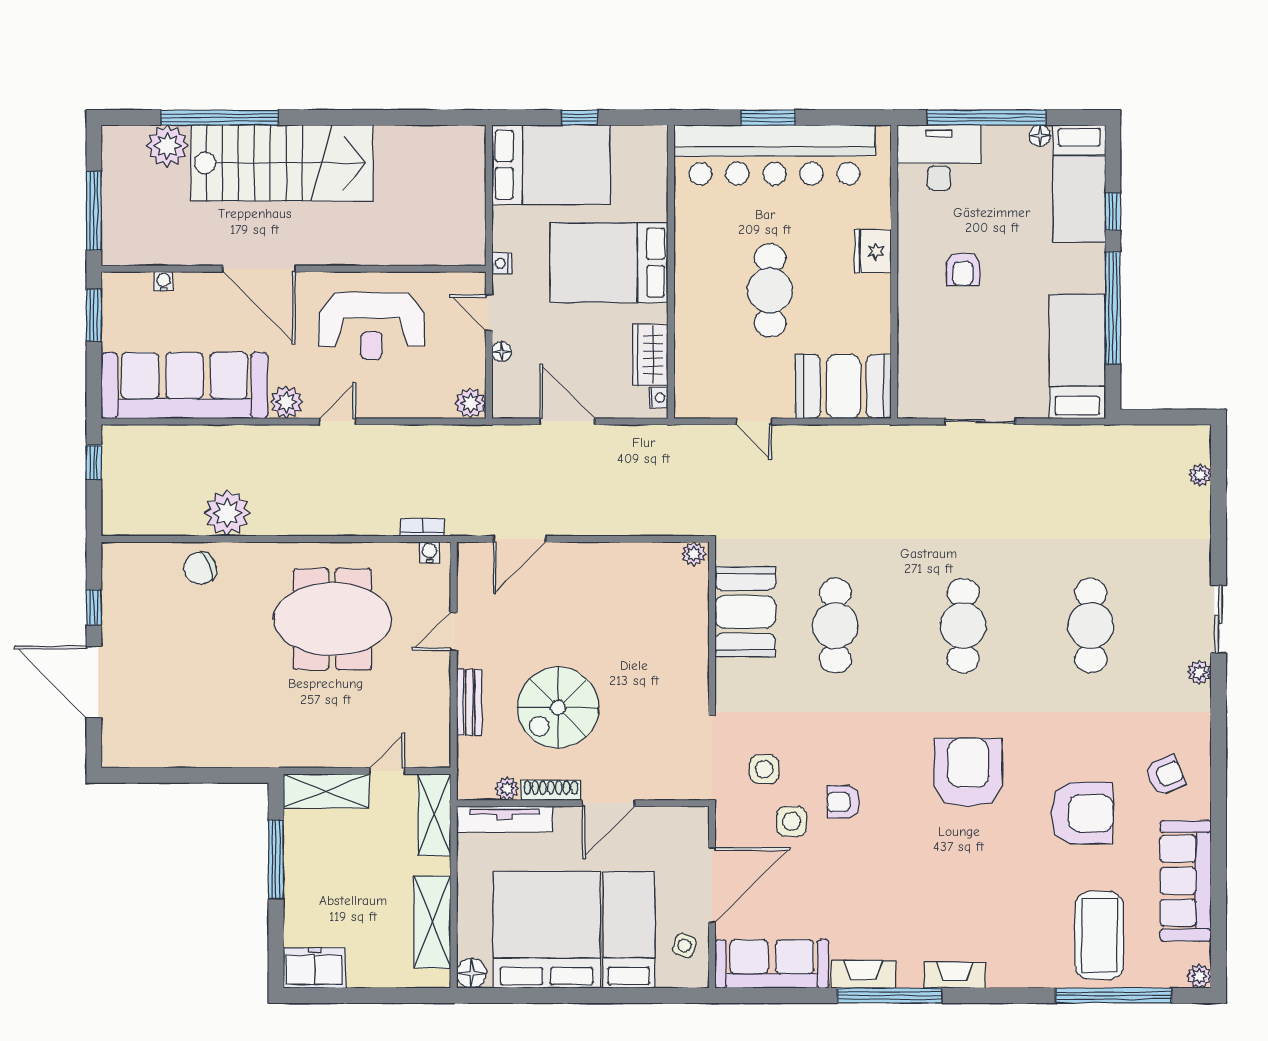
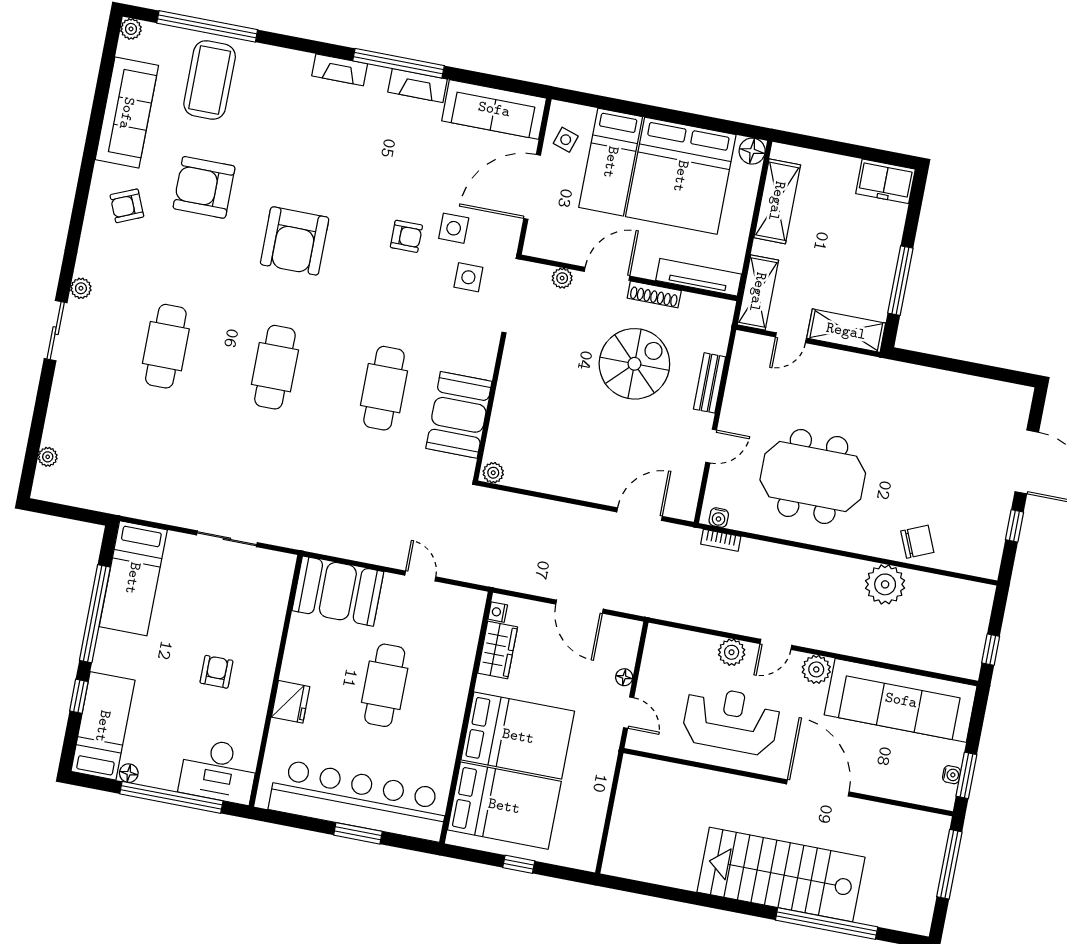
plant: (167, 146) -> (876, 908), removed
bed: (551, 165) -> (504, 806), moved, turned 180
nightstand: (502, 263) -> (610, 753), removed
water cooler: (164, 281) -> (952, 775), moved, turned -90
plant: (470, 403) -> (732, 652), moved
plant: (507, 789) -> (562, 278), moved

